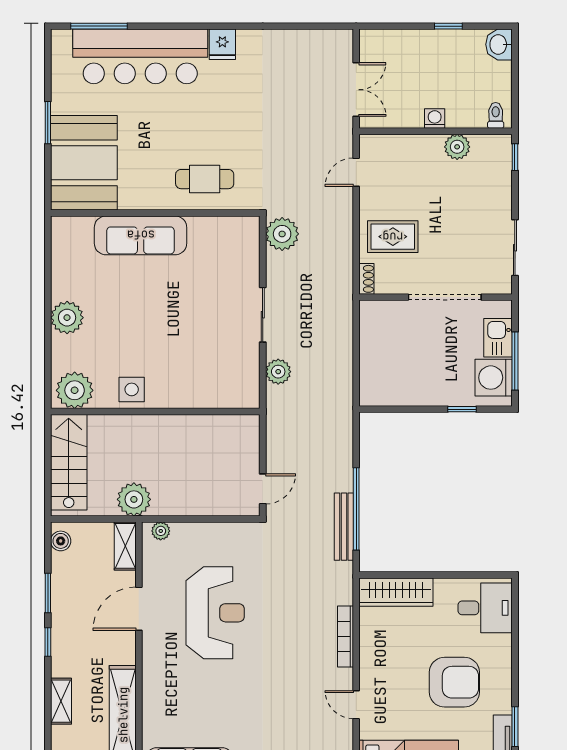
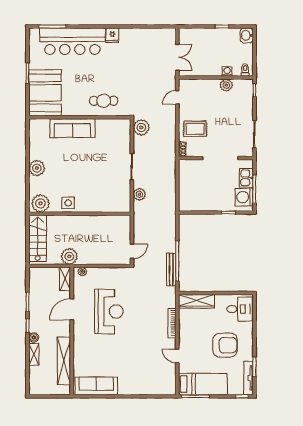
washing machine: (435, 119) -> (227, 71), moved
boiler: (61, 541) -> (34, 337), moved

